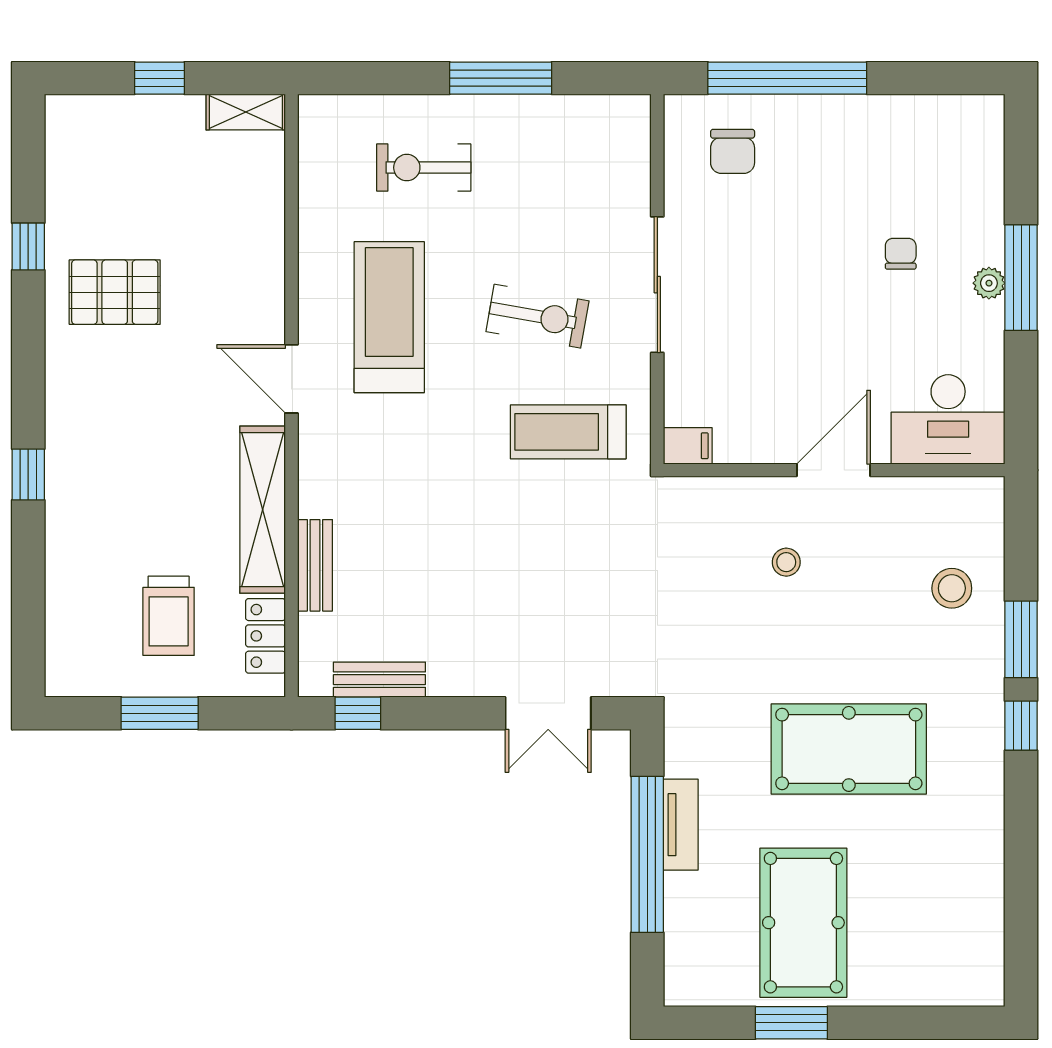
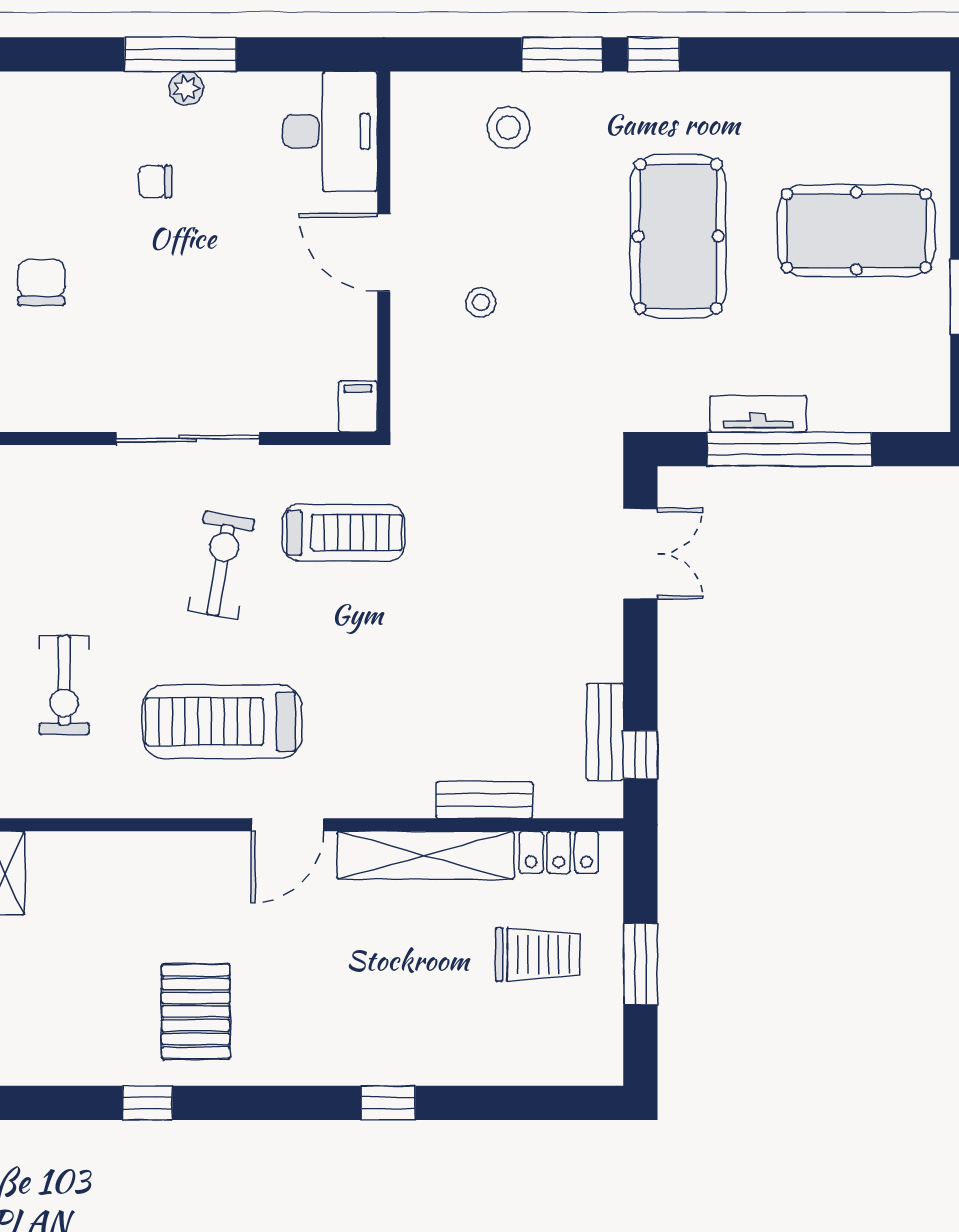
chair: (733, 151) -> (41, 282), moved, turned -90
treadmill: (568, 432) -> (343, 533), turned -90
pool table: (803, 923) -> (856, 231), moved

